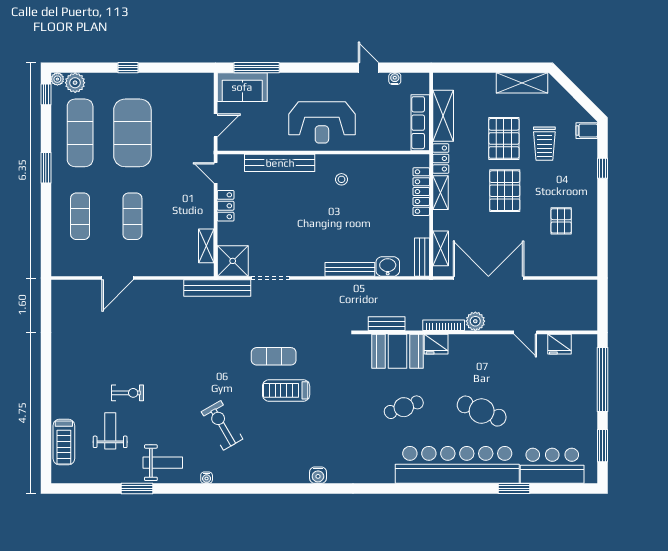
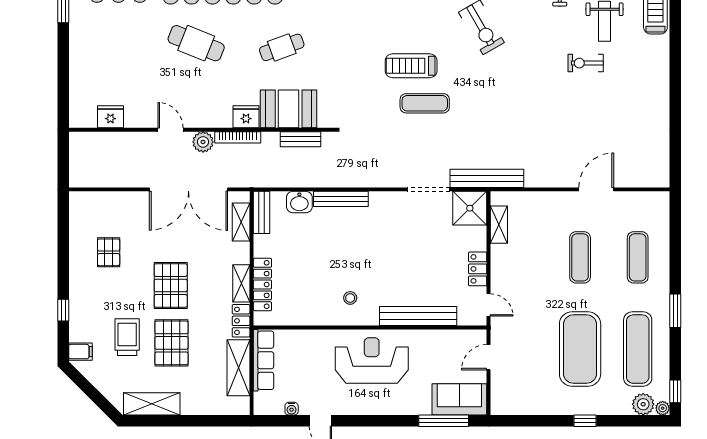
door: (525, 332) -> (171, 130), moved
window: (602, 379) -> (63, 78), removed
treadmill: (286, 390) -> (411, 66), turned 180

